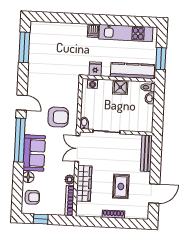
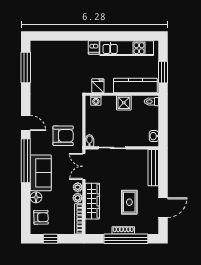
washbasin: (150, 98) -> (154, 136), moved
plant: (70, 169) -> (78, 187), added
window: (116, 223) -> (126, 239), added

